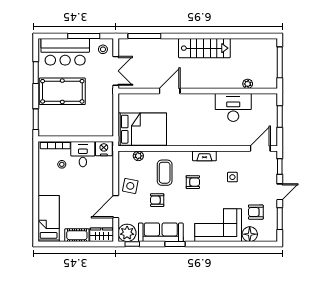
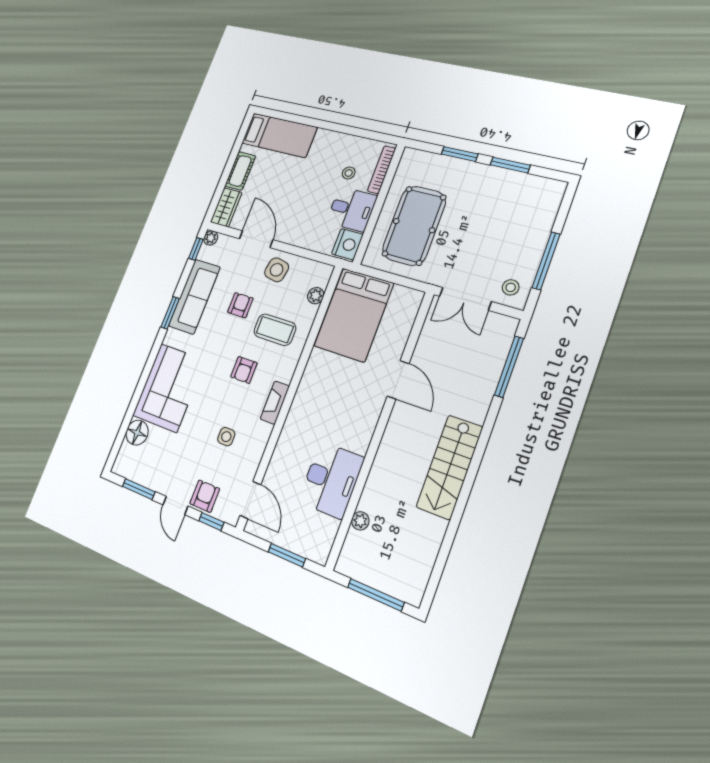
bar counter: (65, 52) -> (529, 222), removed
pool table: (62, 91) -> (414, 226), moved
window: (36, 119) -> (460, 154), moved
armchair: (256, 212) -> (205, 496), moved
plant: (127, 233) -> (211, 238), width x0.53, depth x0.53

